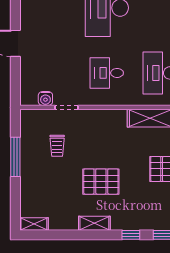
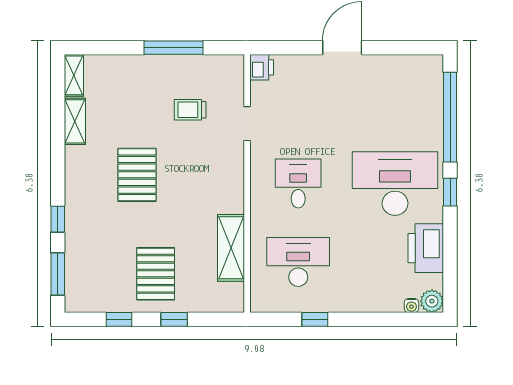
printer: (29, 98) -> (262, 67), added
water cooler: (45, 98) -> (260, 92), removed
shelving: (94, 223) -> (75, 121), moved

